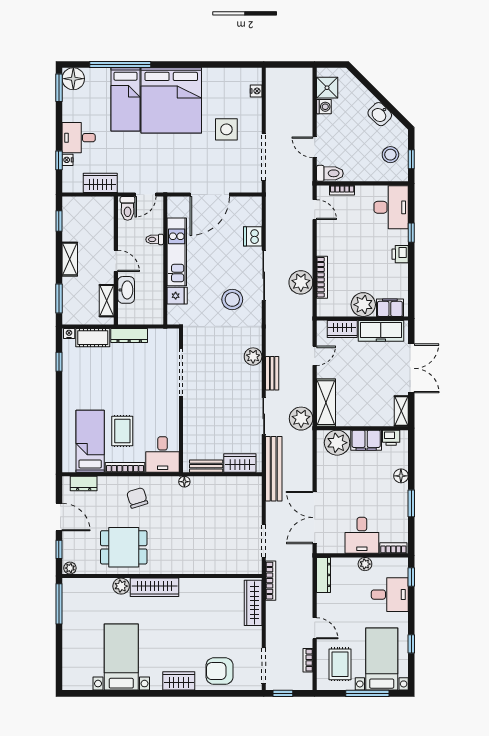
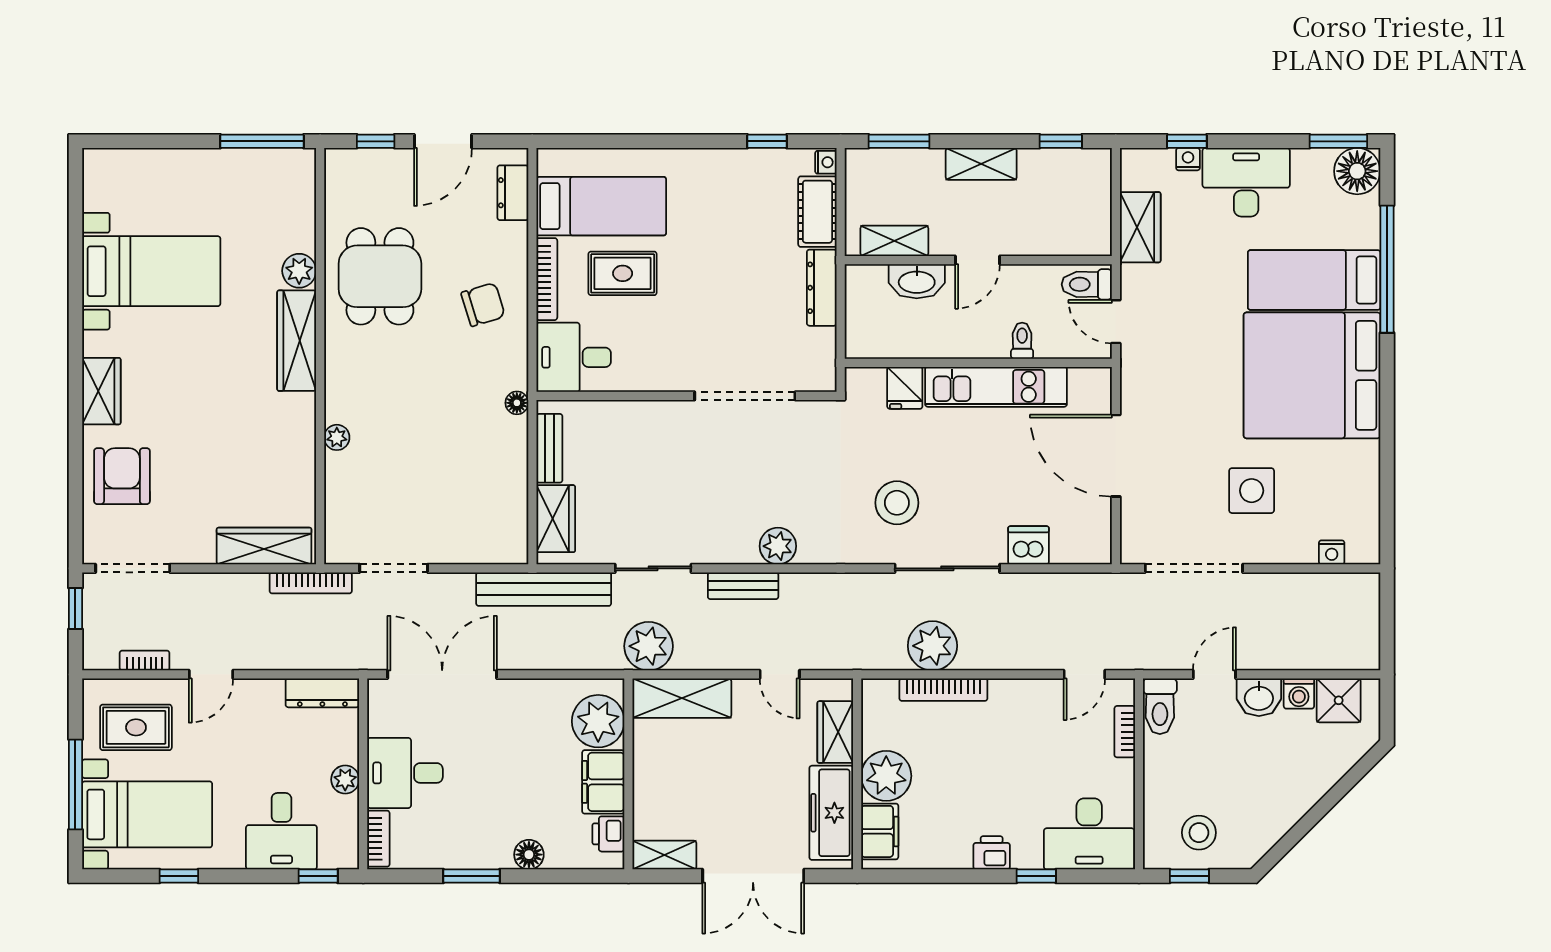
washbasin: (380, 114) -> (1259, 697), moved, turned -135
desk: (79, 138) -> (1246, 182), width x1.37
plant: (70, 568) -> (337, 437), moved

